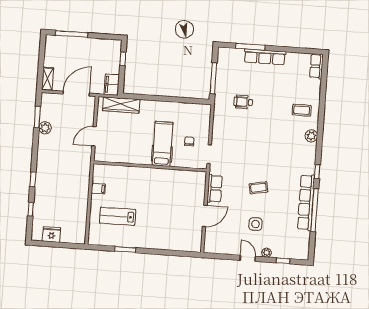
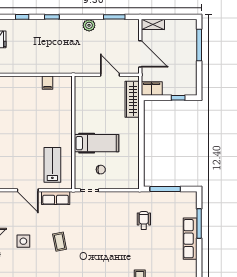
plant: (45, 128) -> (89, 25), moved
door: (94, 136) -> (110, 75), moved
lab bench: (118, 216) -> (52, 165), moved

